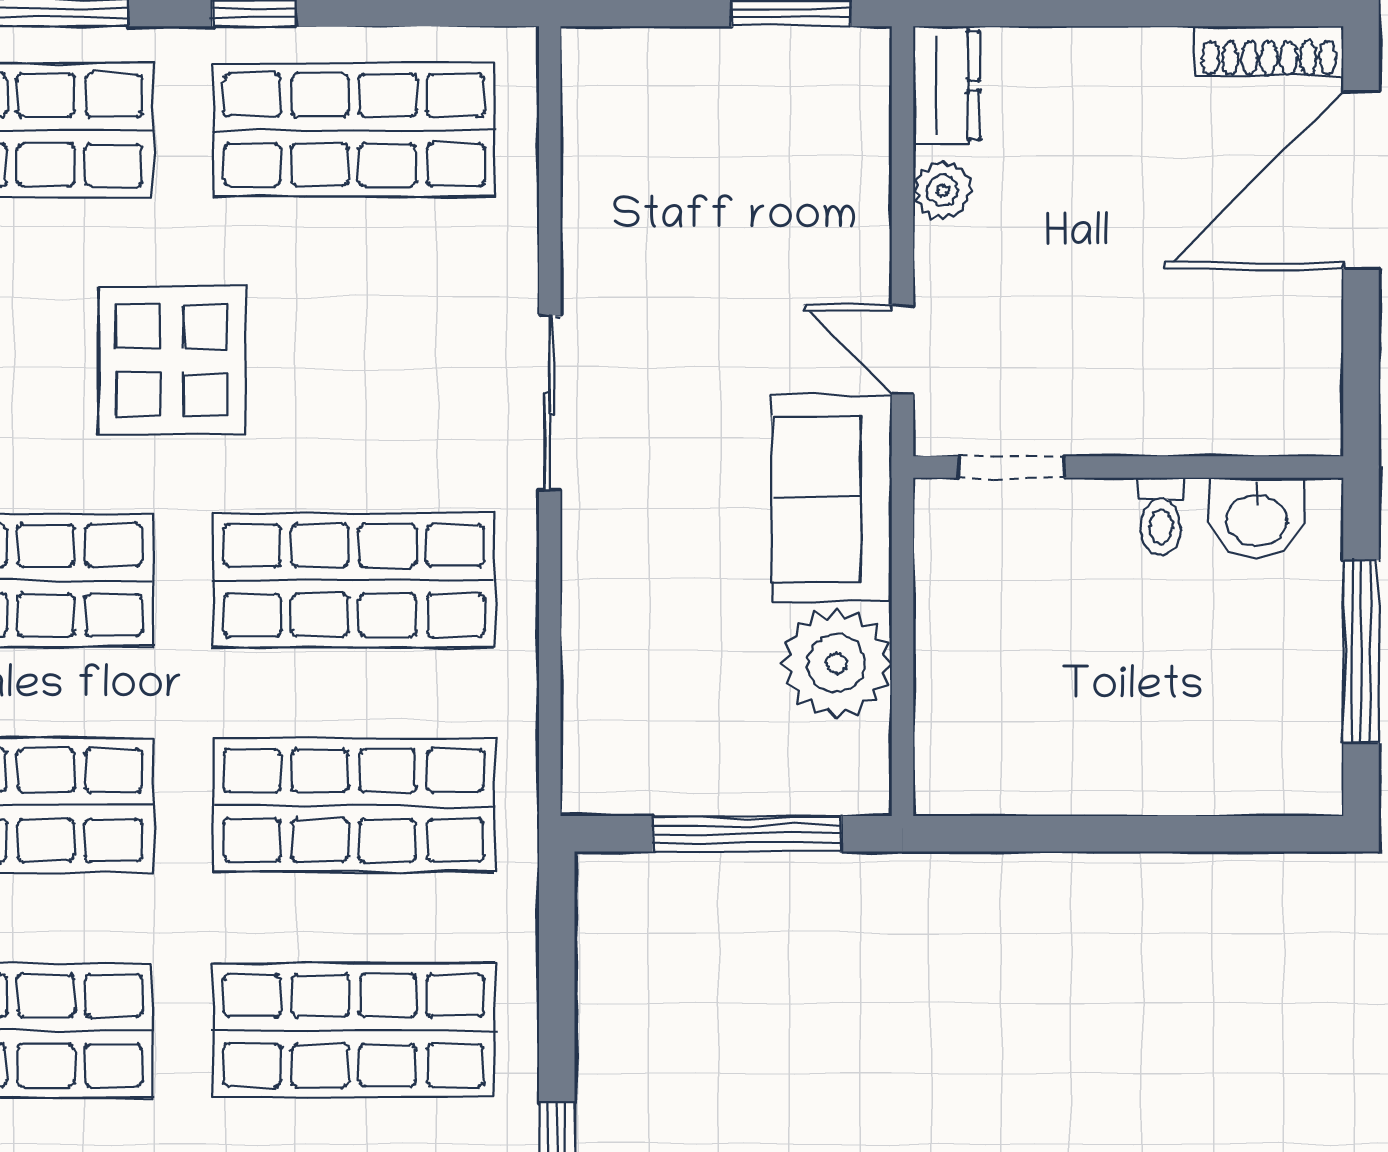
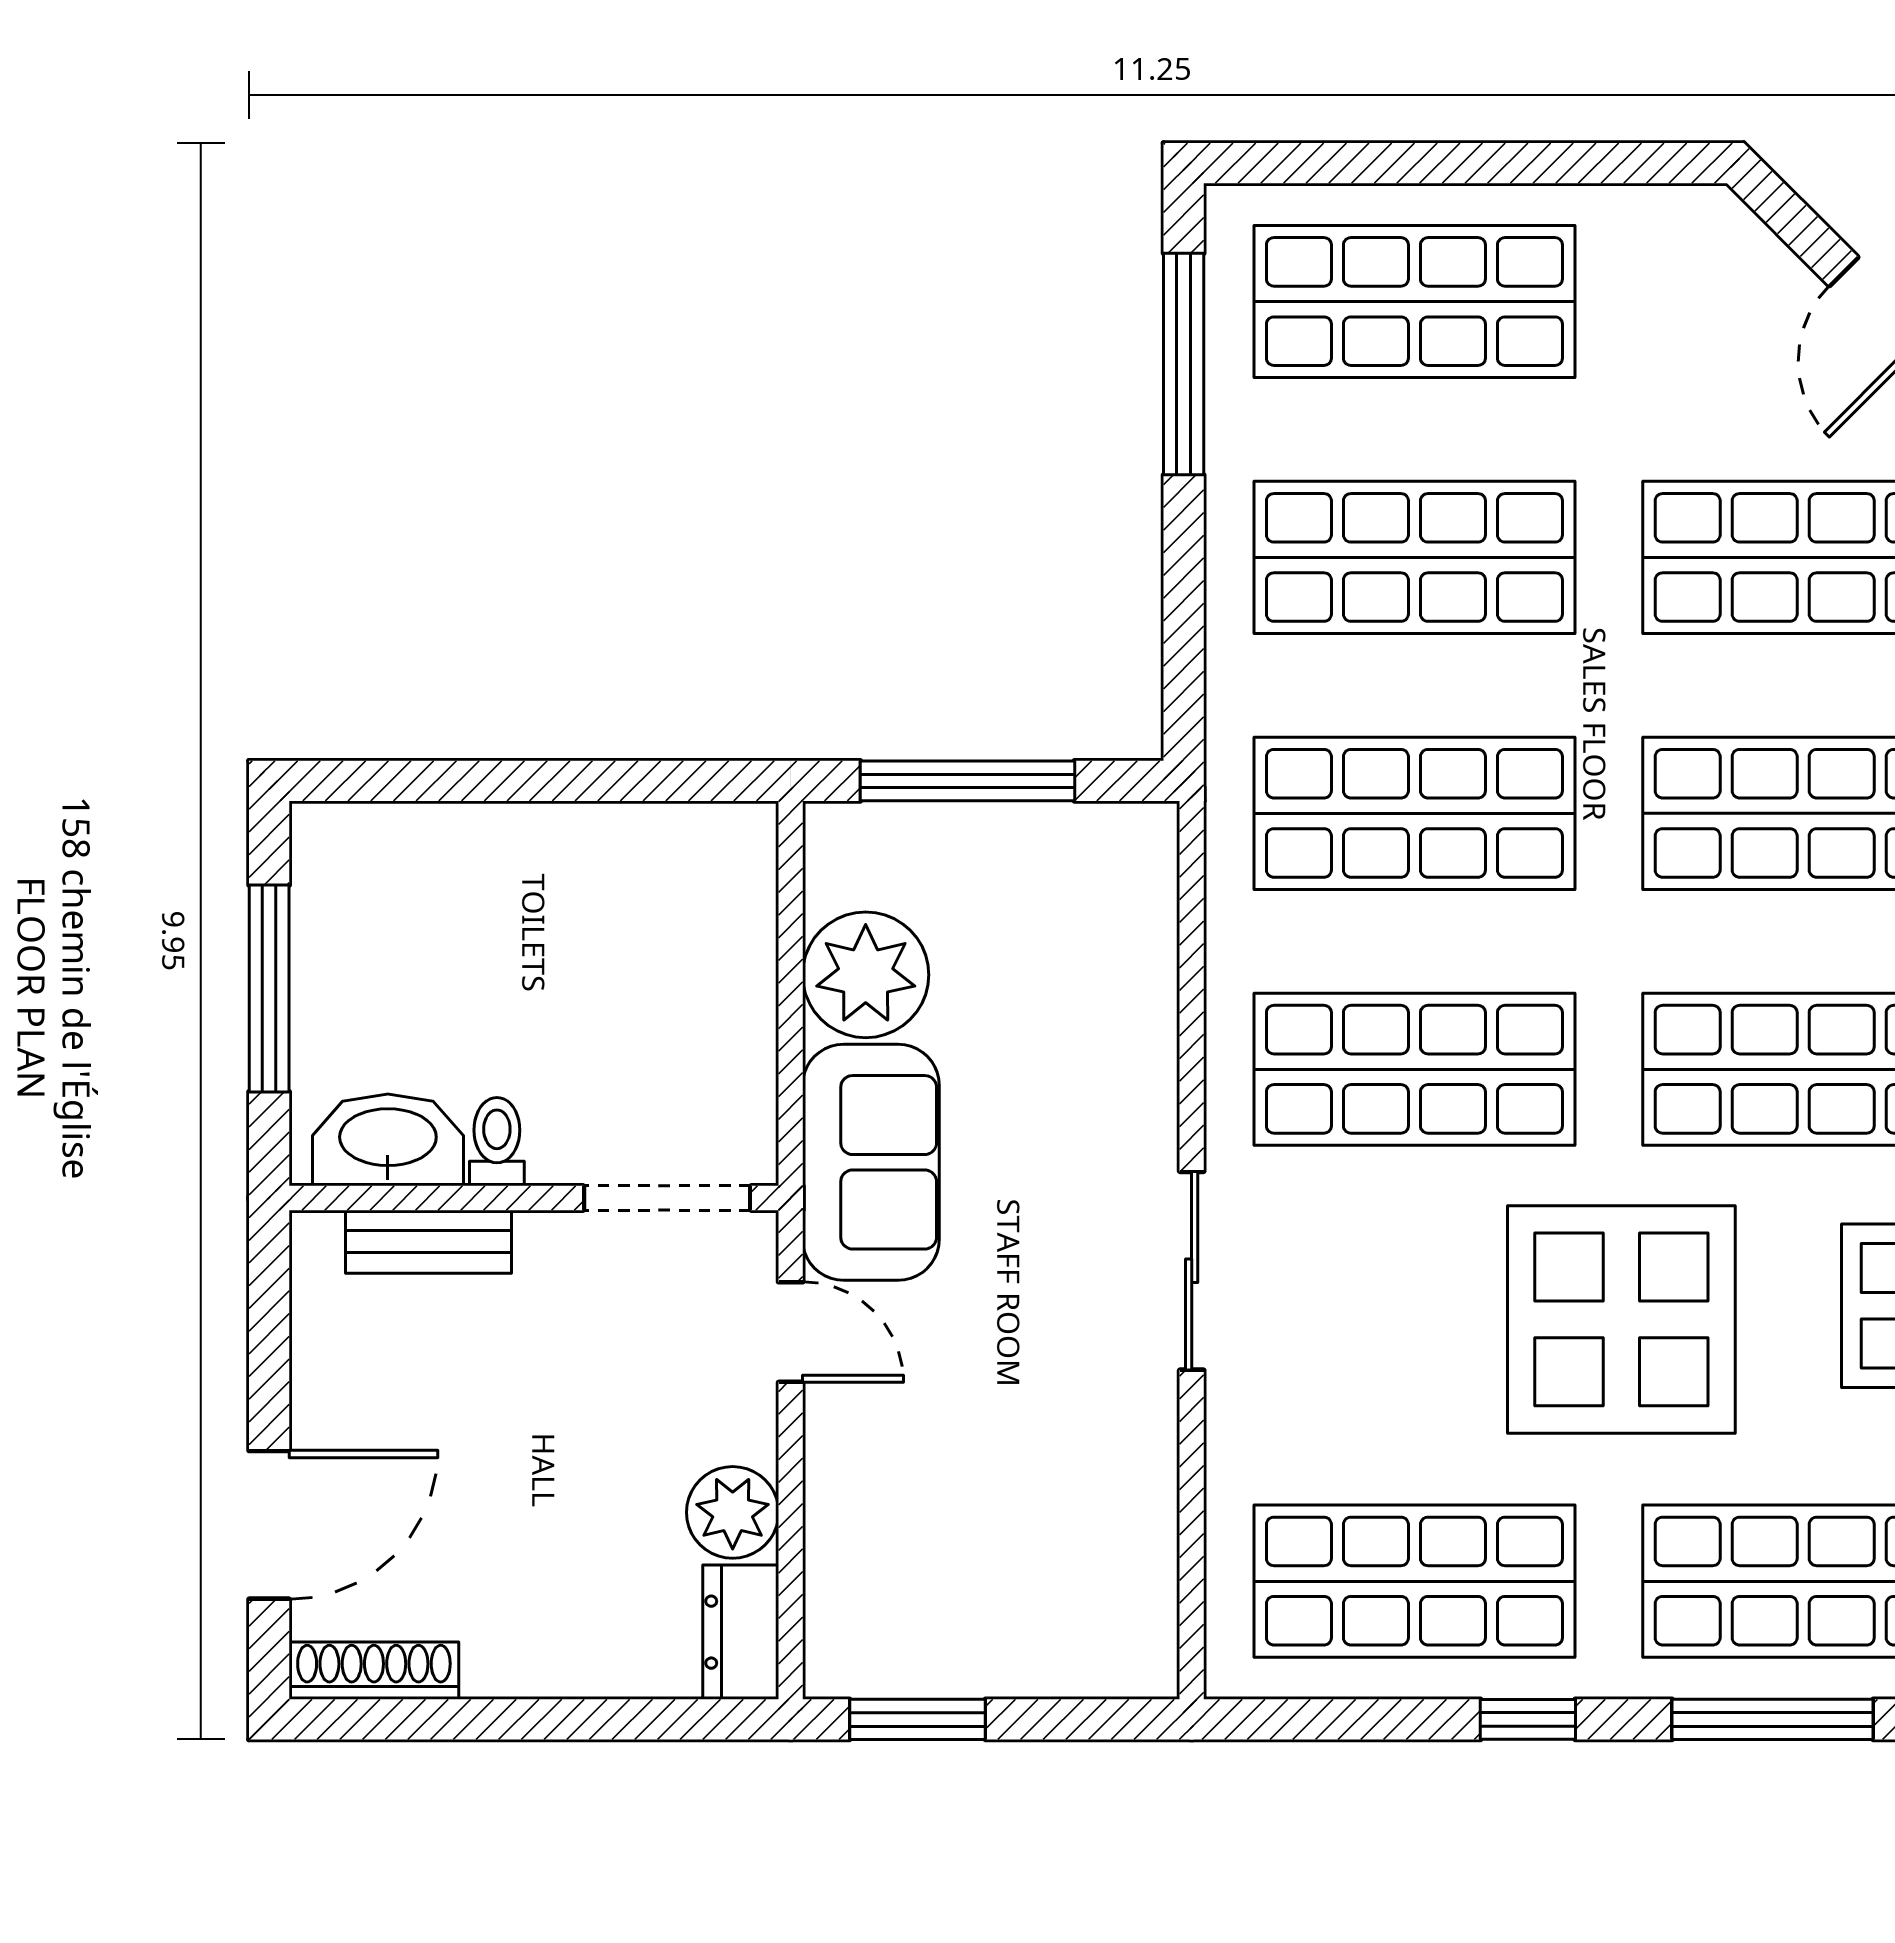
door: (1361, 180) -> (269, 1525), width x0.73
plant: (943, 190) -> (733, 1512), width x1.38, depth x1.38
display table: (172, 360) -> (1621, 1319), width x1.36, depth x1.36
bench: (1221, 429) -> (429, 1242), added
doorway: (1011, 467) -> (667, 1198), width x1.38
washbasin: (1257, 518) -> (388, 1140), width x1.38

